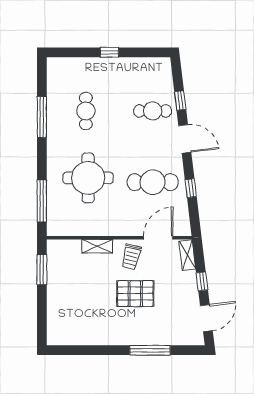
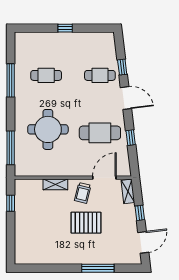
cafe table: (86, 111) -> (46, 75), turned 90
window: (42, 270) -> (11, 203), width x0.67

